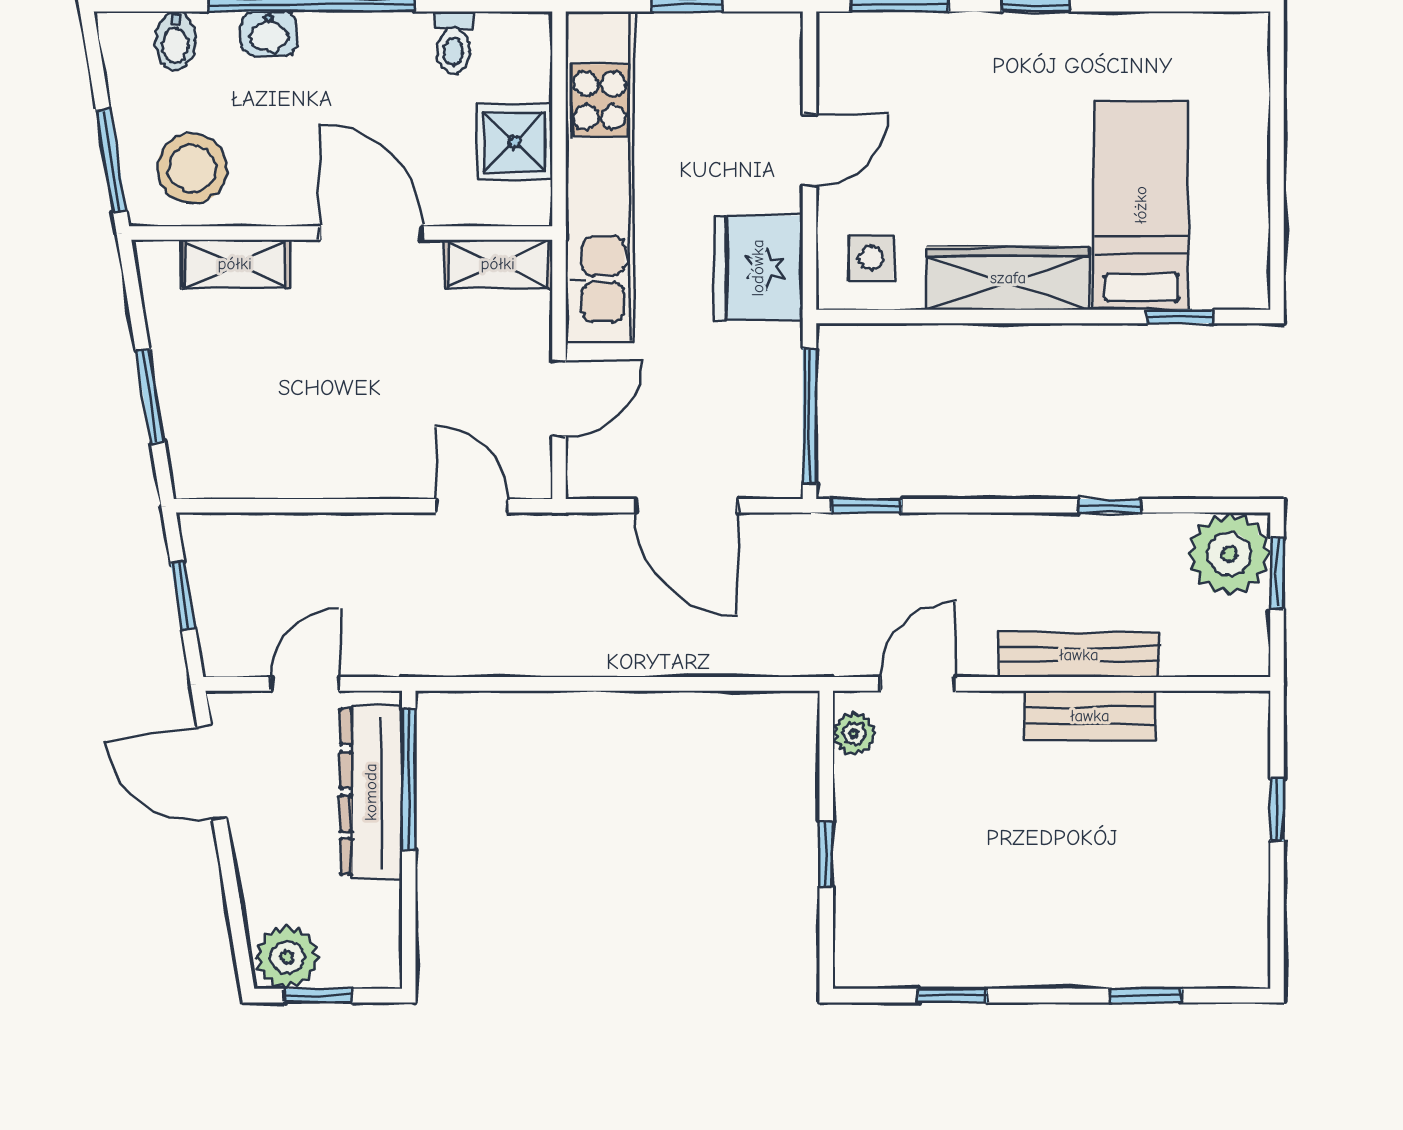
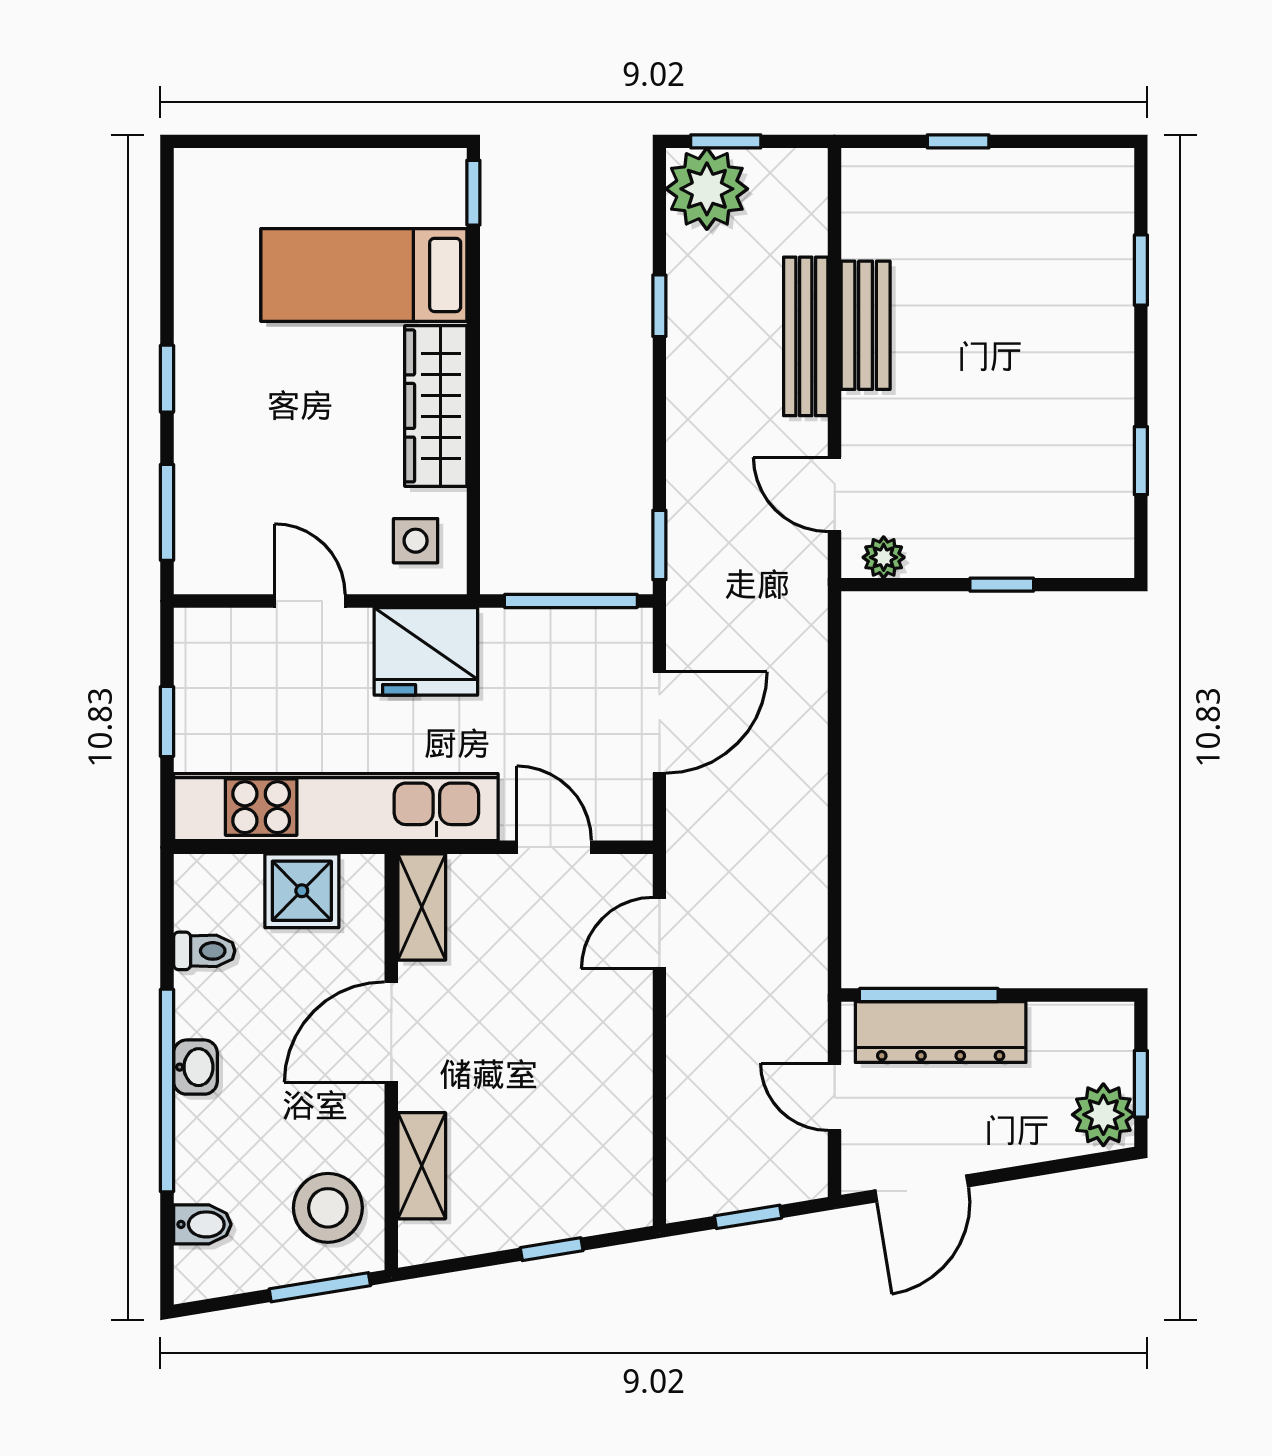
washbasin: (269, 34) -> (195, 1067), moved
window: (1180, 317) -> (473, 193), moved
window: (150, 396) -> (552, 1249), width x0.67

